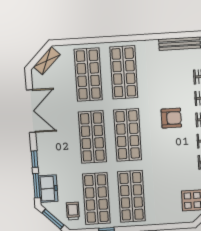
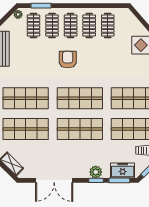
double door: (31, 111) -> (54, 180), swing flipped
plant: (44, 158) -> (96, 172), added

